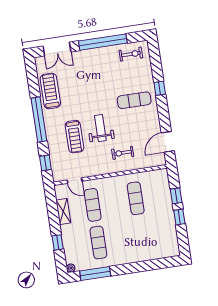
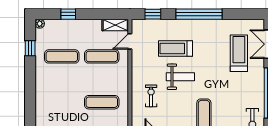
treadmill: (50, 91) -> (239, 53), moved, turned -90
shelving: (63, 211) -> (115, 25), moved
window: (95, 273) -> (30, 48), width x0.46

